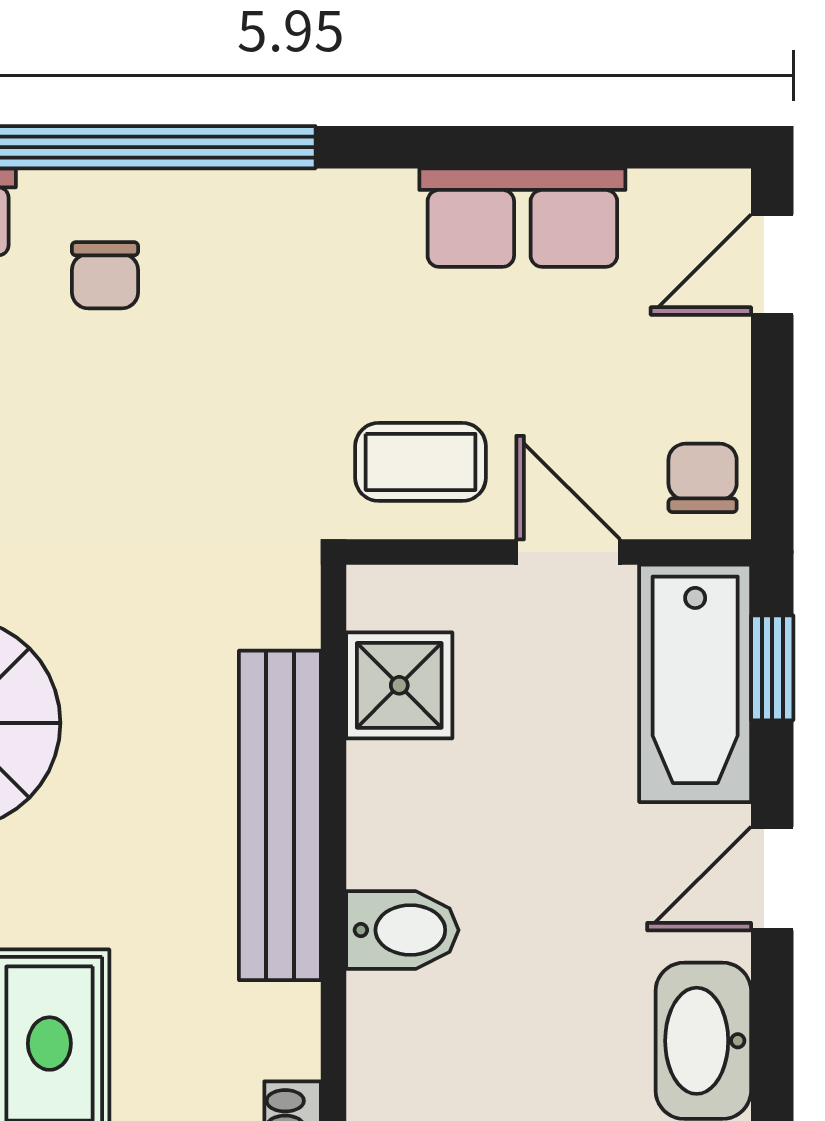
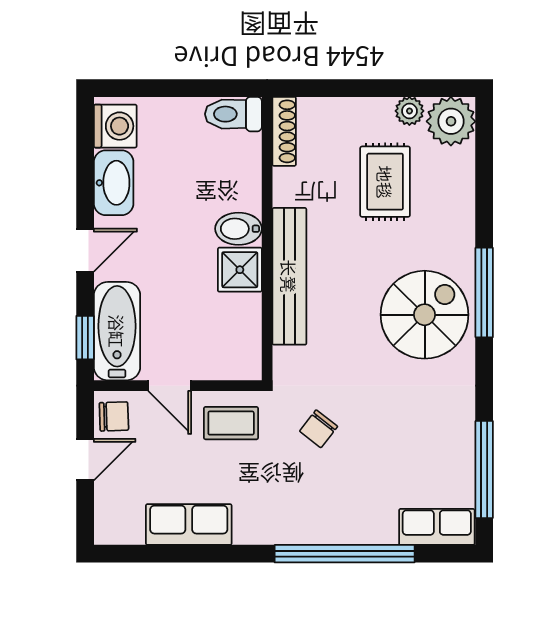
door: (772, 265) -> (85, 460), moved
chair: (105, 275) -> (319, 429), moved, turned -142
chair: (703, 478) -> (114, 416), turned -92
shower: (399, 685) -> (240, 270), moved

